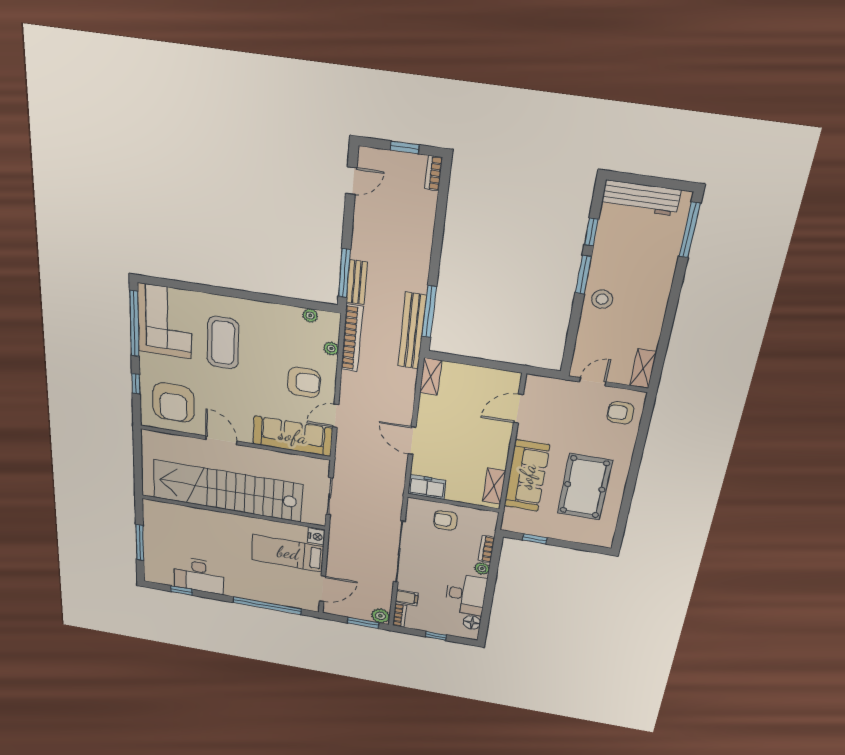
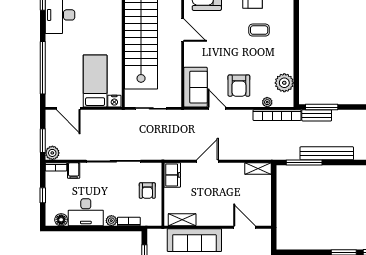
plant: (310, 315) -> (284, 83), width x1.87, depth x1.87
bench: (412, 331) -> (327, 153), moved
coffee table: (223, 343) -> (259, 30), width x0.54, depth x0.58
sofa: (293, 436) -> (196, 87), width x0.73
door: (221, 440) -> (183, 30), hinge flipped
armchair: (445, 520) -> (147, 191), turned 180

